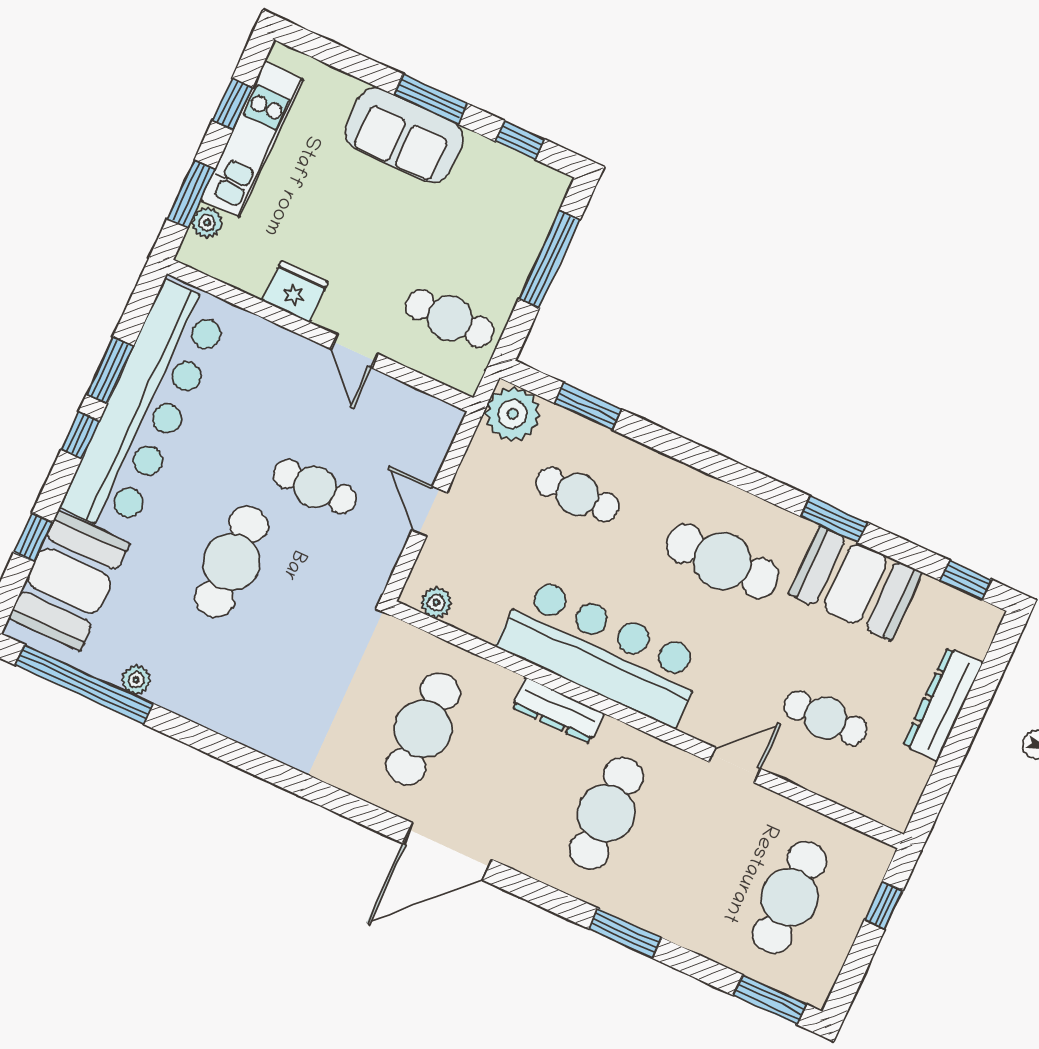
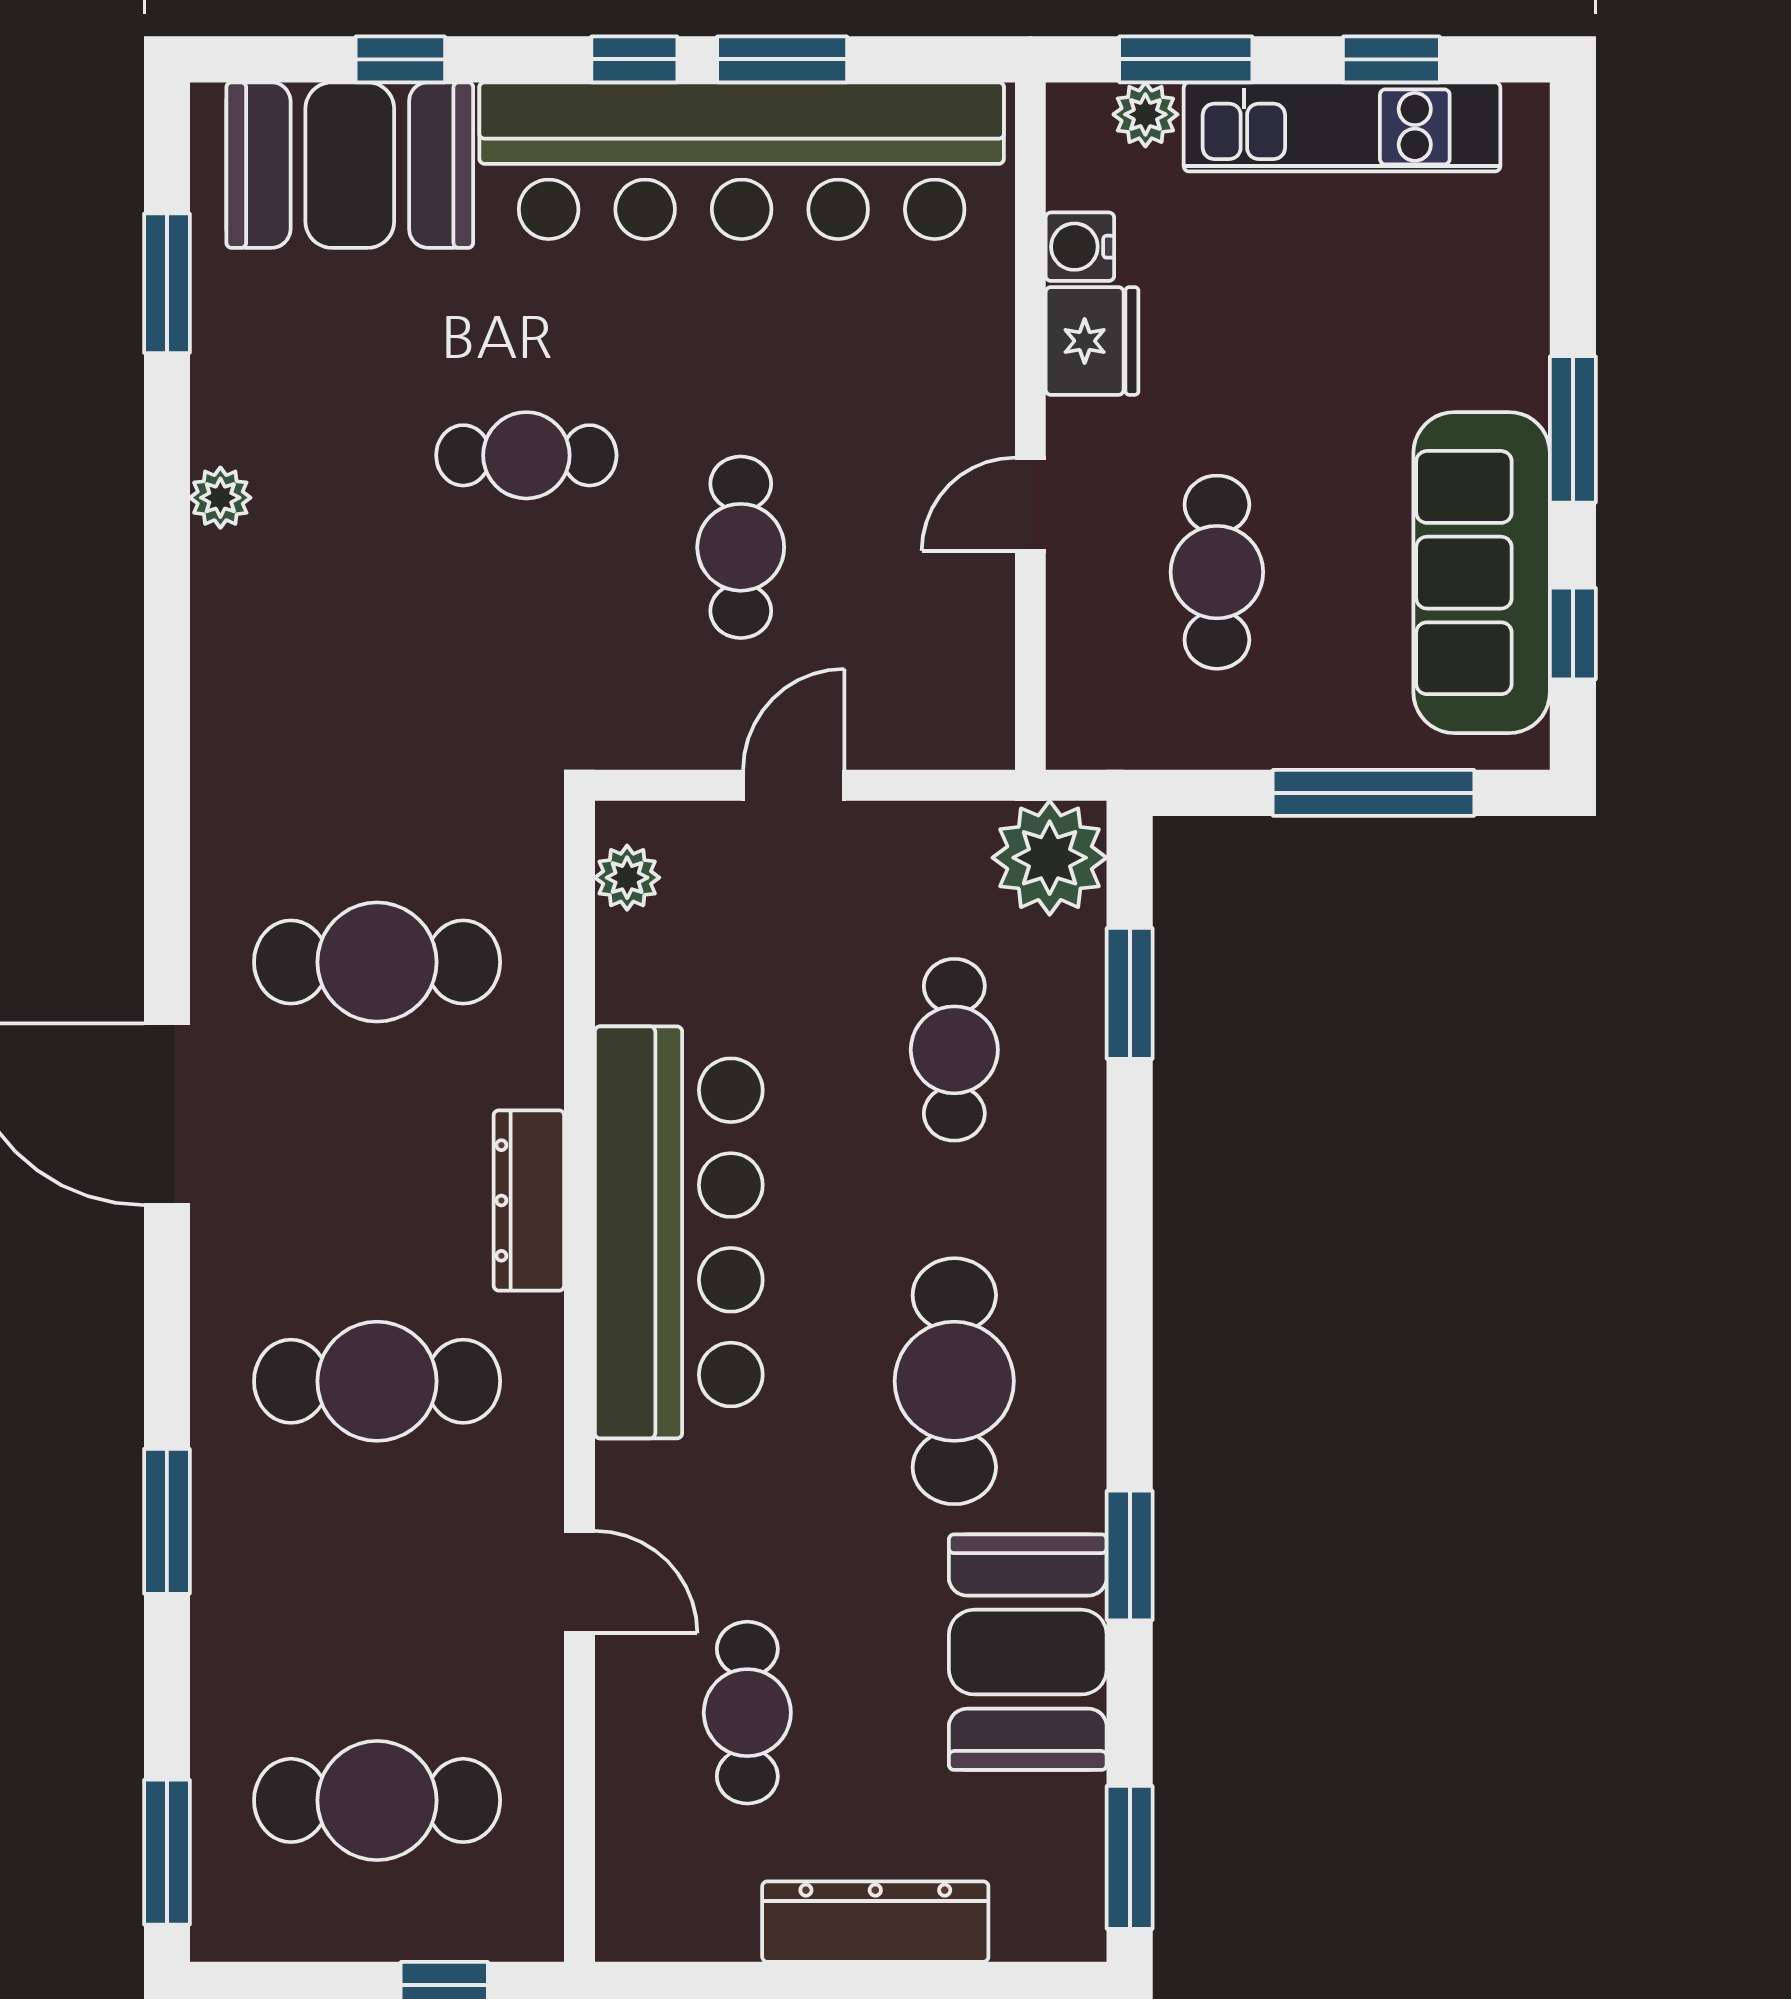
sofa: (404, 135) -> (1482, 573), moved, width x1.36
water cooler: (252, 278) -> (1080, 247), added
cafe table: (450, 318) -> (1217, 572), moved
cafe table: (232, 562) -> (526, 455), width x0.73, depth x0.74
window: (966, 580) -> (1130, 1857), width x1.50
plant: (136, 680) -> (220, 498), moved
window: (84, 684) -> (167, 283), width x0.47

